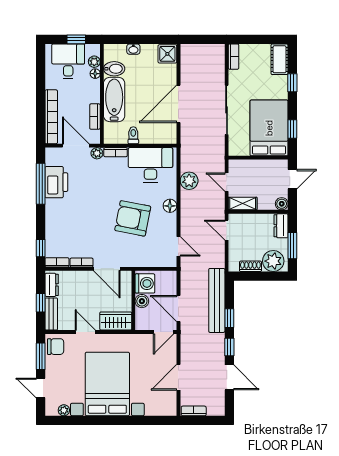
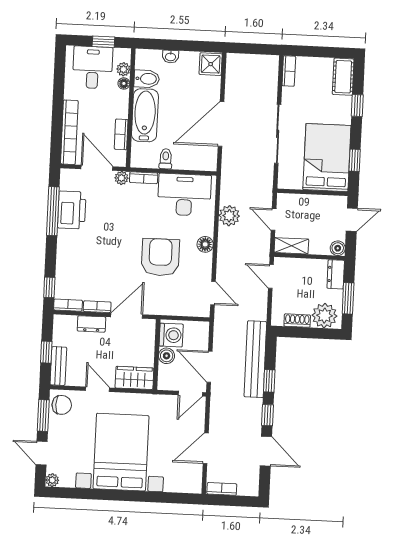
armchair: (133, 218) -> (160, 257), turned 79
door: (107, 269) -> (127, 316), swing flipped
dresser: (52, 285) -> (91, 324), moved, turned 90
plant: (64, 410) -> (52, 480), moved

